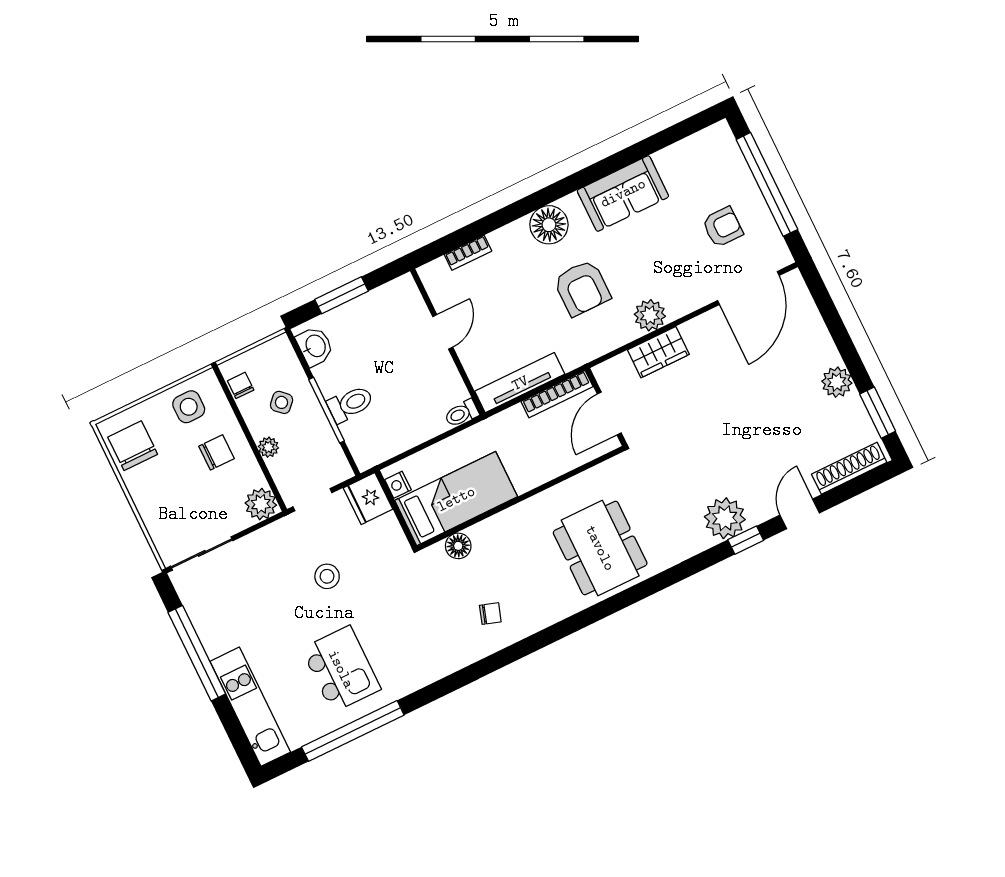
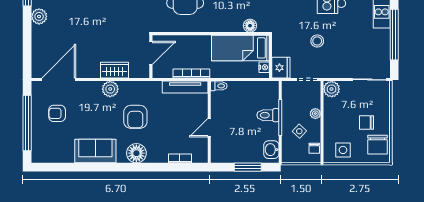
armchair: (582, 288) -> (135, 117), turned 180
bookcase: (557, 394) -> (191, 73), moved
chair: (217, 452) -> (366, 123), moved

